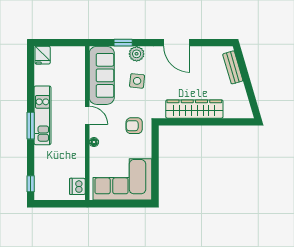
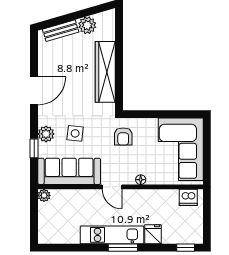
plant: (79, 52) -> (44, 195), added
fridge: (43, 55) -> (153, 234), moved, turned -90
plant: (238, 92) -> (87, 25), added
door: (87, 115) -> (112, 187), swing flipped

